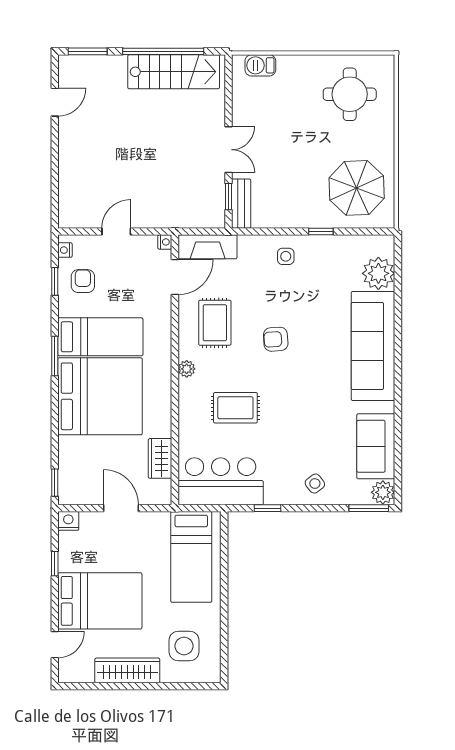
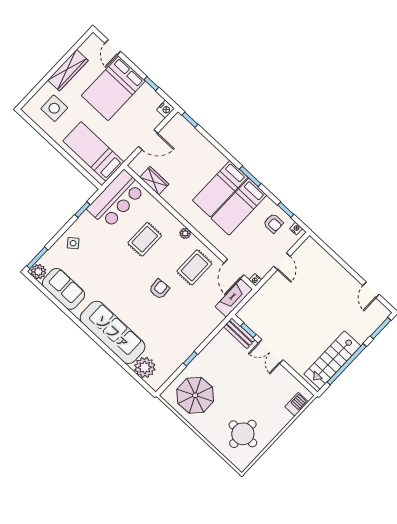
side table: (286, 256) -> (194, 331), removed
rug: (215, 323) -> (194, 267), turned 90
bed: (100, 396) -> (220, 189), width x0.49

